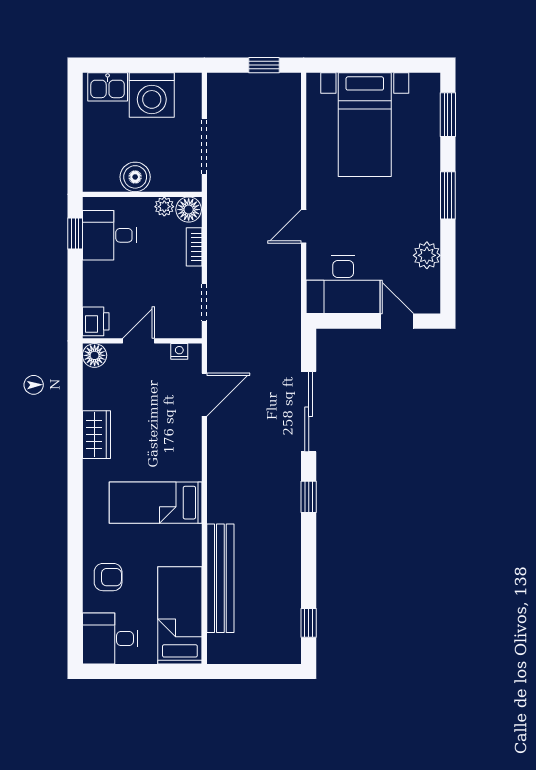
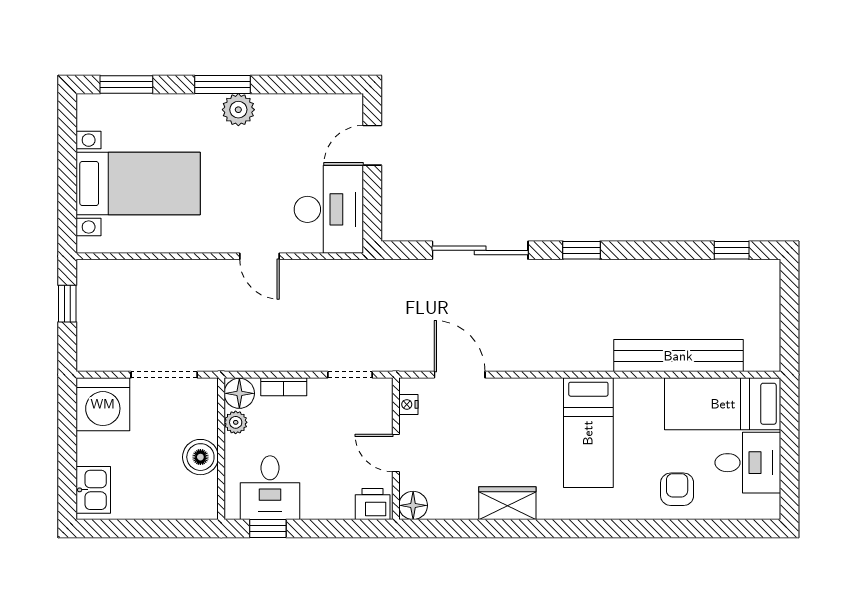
washing machine: (152, 95) -> (103, 404), moved, turned 90
plant: (427, 255) -> (238, 110), moved
desk: (110, 638) -> (748, 463), moved, turned -90

